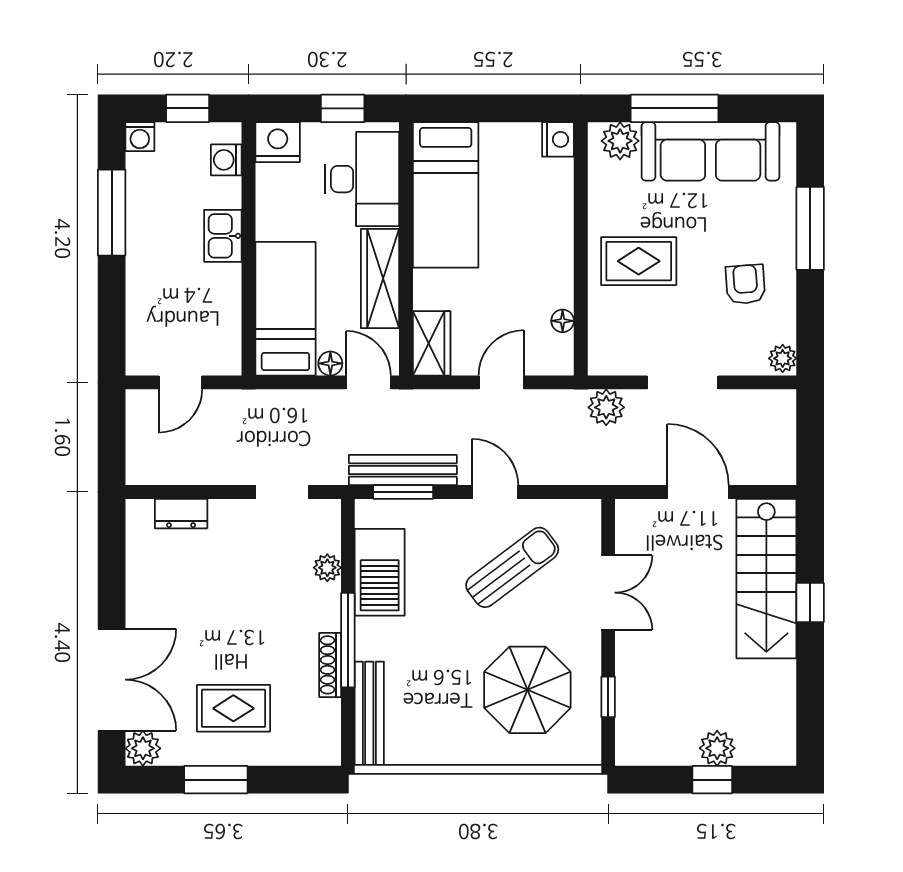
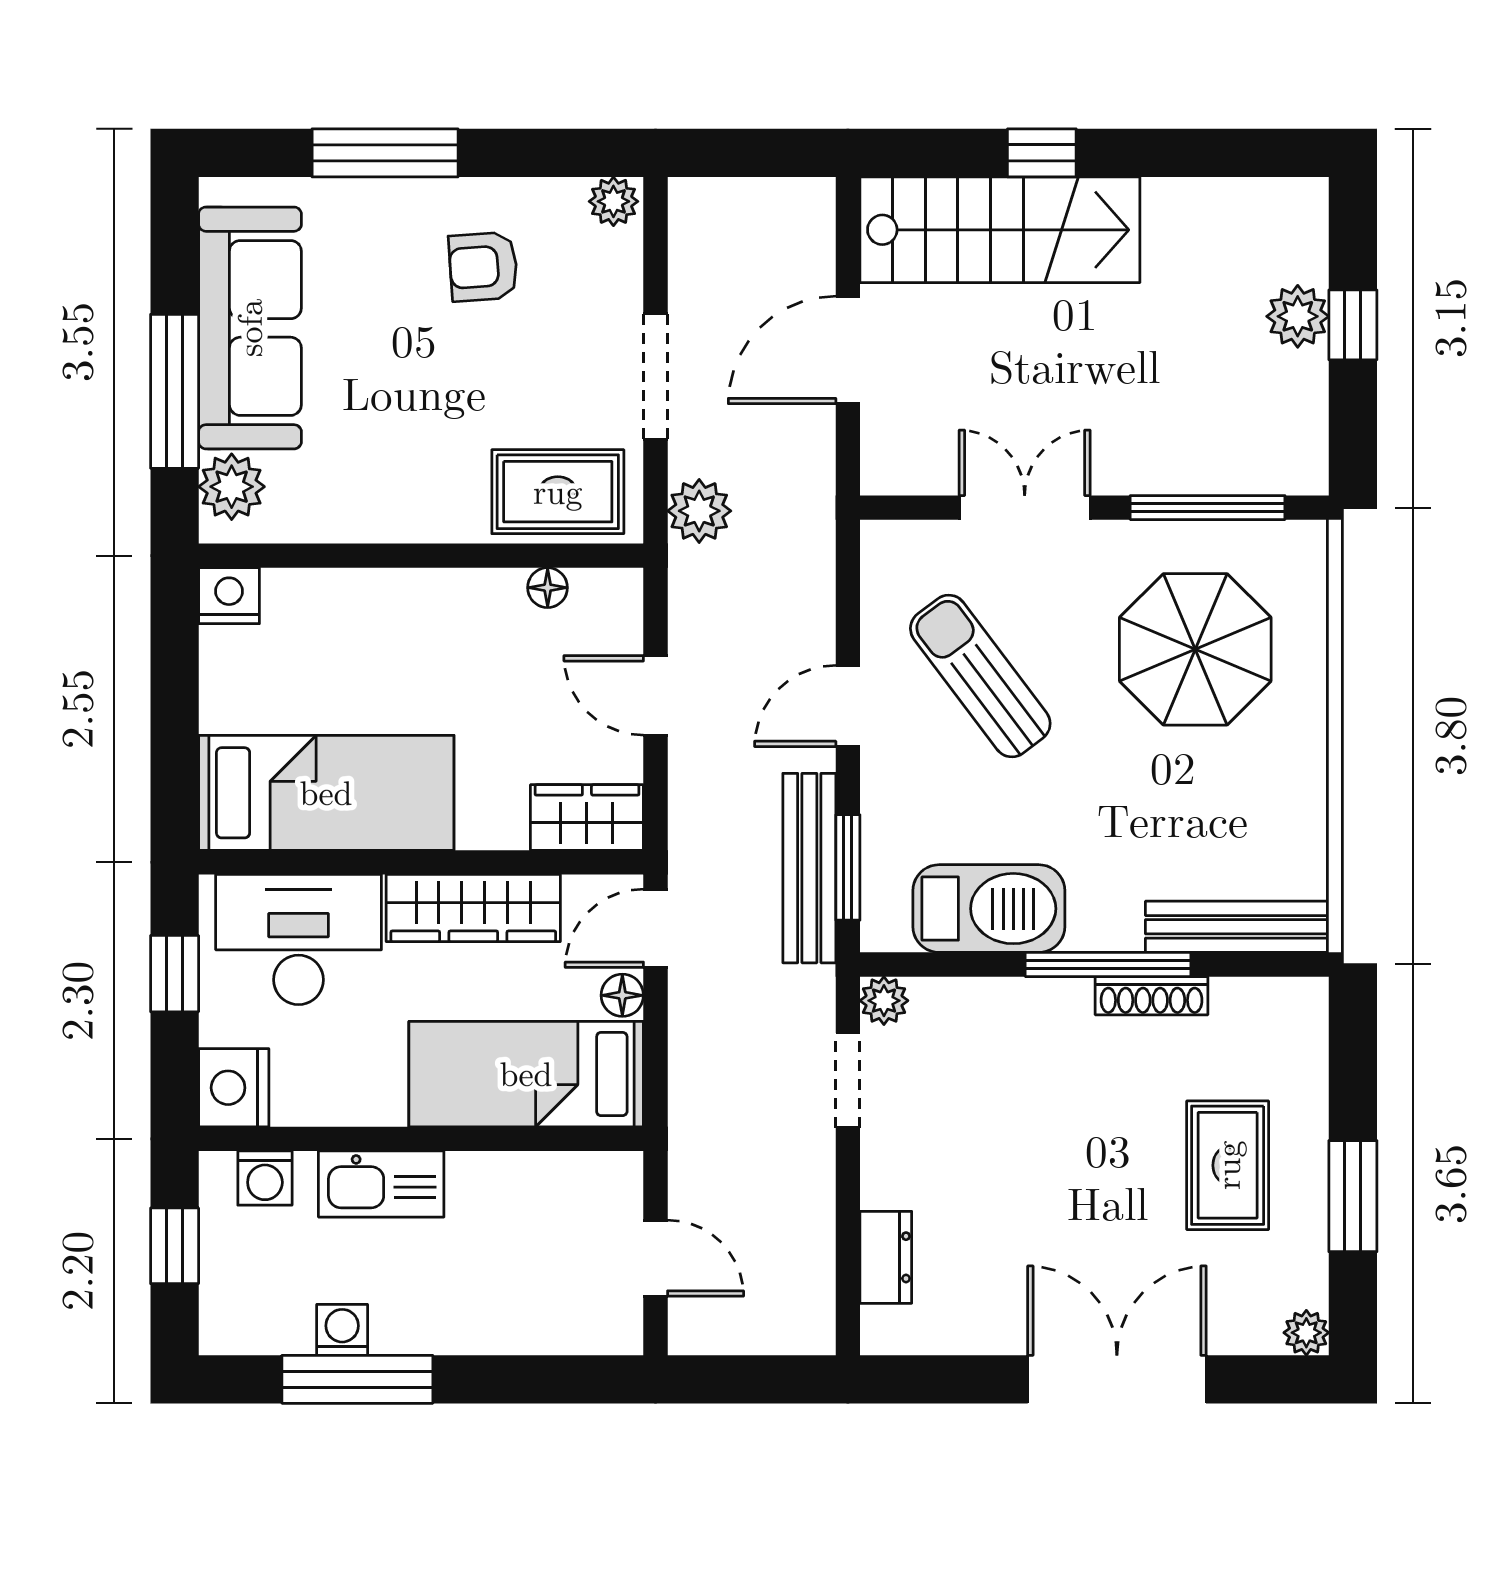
washing machine: (140, 137) -> (342, 1330), moved, turned -90
kitchen sink: (223, 236) -> (381, 1184), width x1.38
rug: (639, 261) -> (558, 492), moved, turned 90
plant: (327, 568) -> (884, 1001), moved
double door: (112, 680) -> (1117, 1379), moved
window: (608, 697) -> (1208, 508), width x2.17
plant: (143, 748) -> (1306, 1333), width x0.73, depth x0.73

